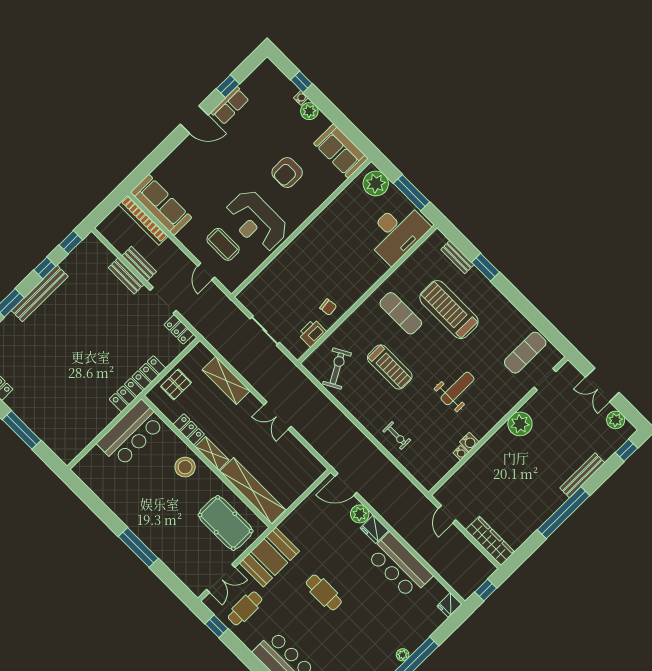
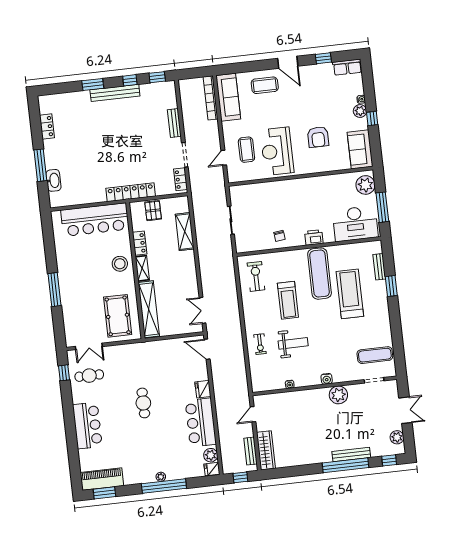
window: (301, 82) -> (372, 118), moved
row of seats: (230, 106) -> (347, 67), moved
coffee table: (189, 163) -> (265, 85), added
armchair: (287, 173) -> (318, 137), turned -90
bench: (139, 264) -> (250, 451), moved
exercise mat: (401, 313) -> (320, 274), width x1.36, depth x1.45
printer: (312, 333) -> (314, 237), moved
exercise bike: (337, 368) -> (256, 276), turned -61
pallet: (176, 384) -> (153, 211), turned 90
double door: (602, 385) -> (405, 410), swing flipped
weight bench: (457, 388) -> (293, 343), moved
double door: (278, 416) -> (203, 310), moved
bar counter: (131, 433) -> (95, 220), width x1.36
washbasin: (48, 435) -> (54, 180), added
water cooler: (469, 442) -> (327, 379), moved
window: (564, 513) -> (345, 465), moved
plant: (360, 514) -> (211, 455), moved
booth: (269, 557) -> (128, 356), removed

